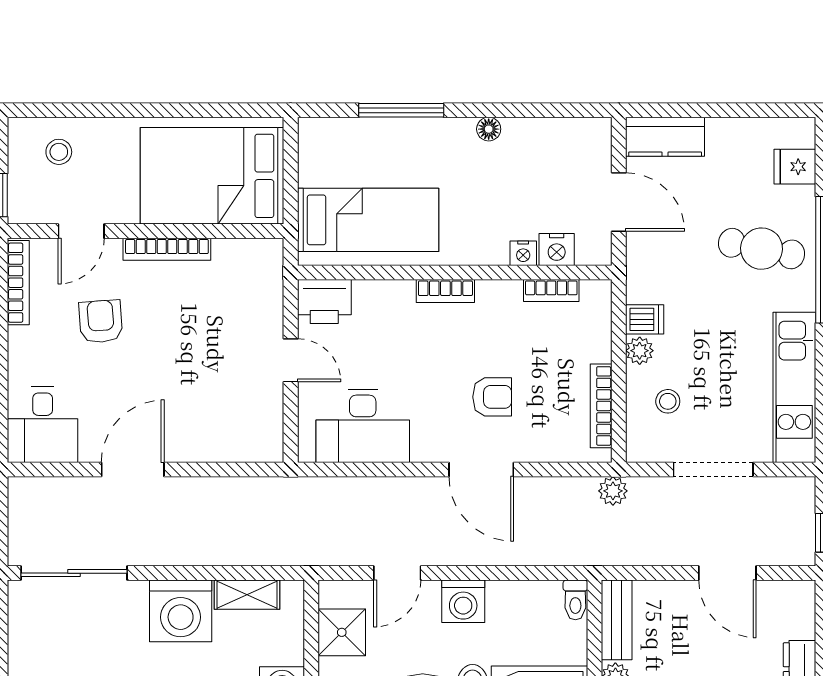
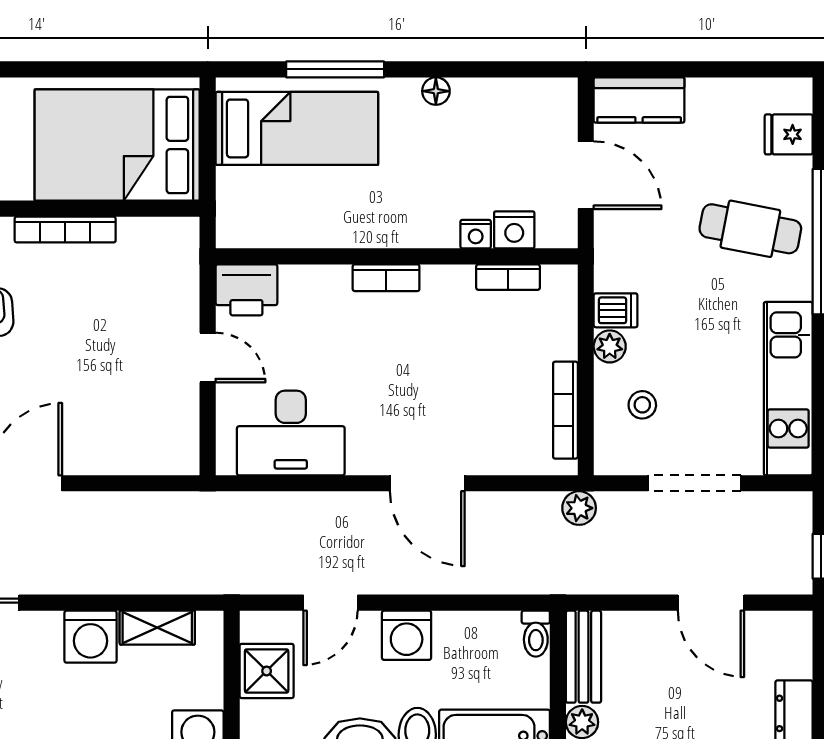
bed: (368, 220) -> (297, 128), moved
armchair: (492, 397) -> (440, 400), removed
washing machine: (181, 611) -> (91, 637), width x0.73, depth x0.73

